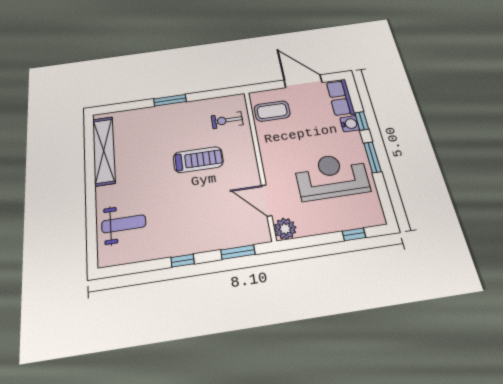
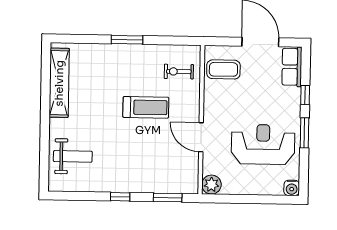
water cooler: (350, 124) -> (292, 188), moved, turned 90
door: (267, 201) -> (201, 137), moved
window: (354, 234) -> (269, 199), removed

